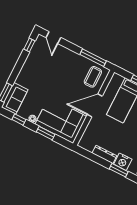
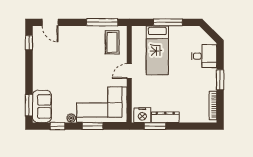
door: (95, 105) -> (129, 71), width x0.53
nightstand: (123, 162) -> (142, 115), moved
window: (119, 170) -> (155, 126), moved

